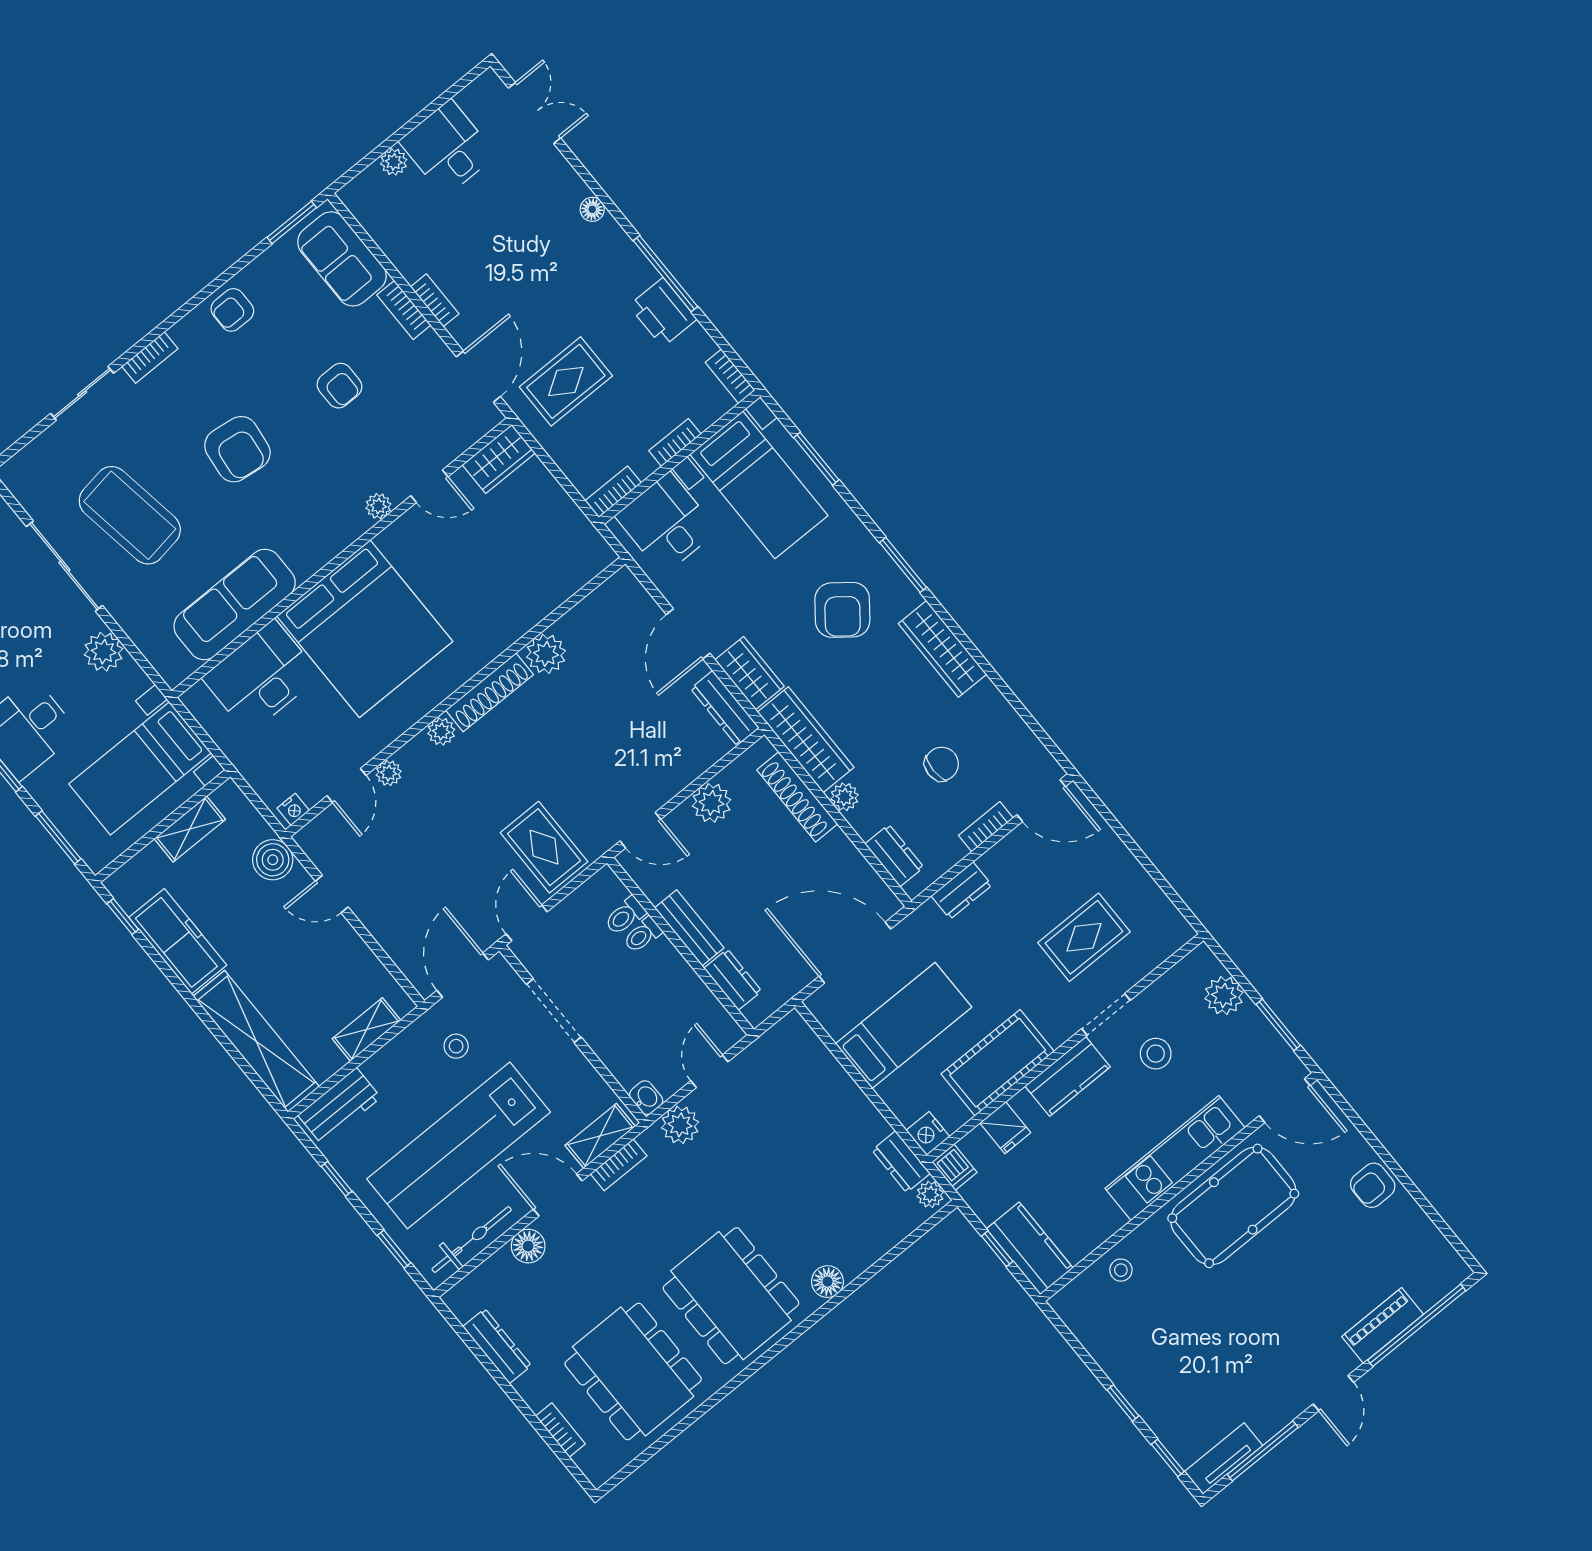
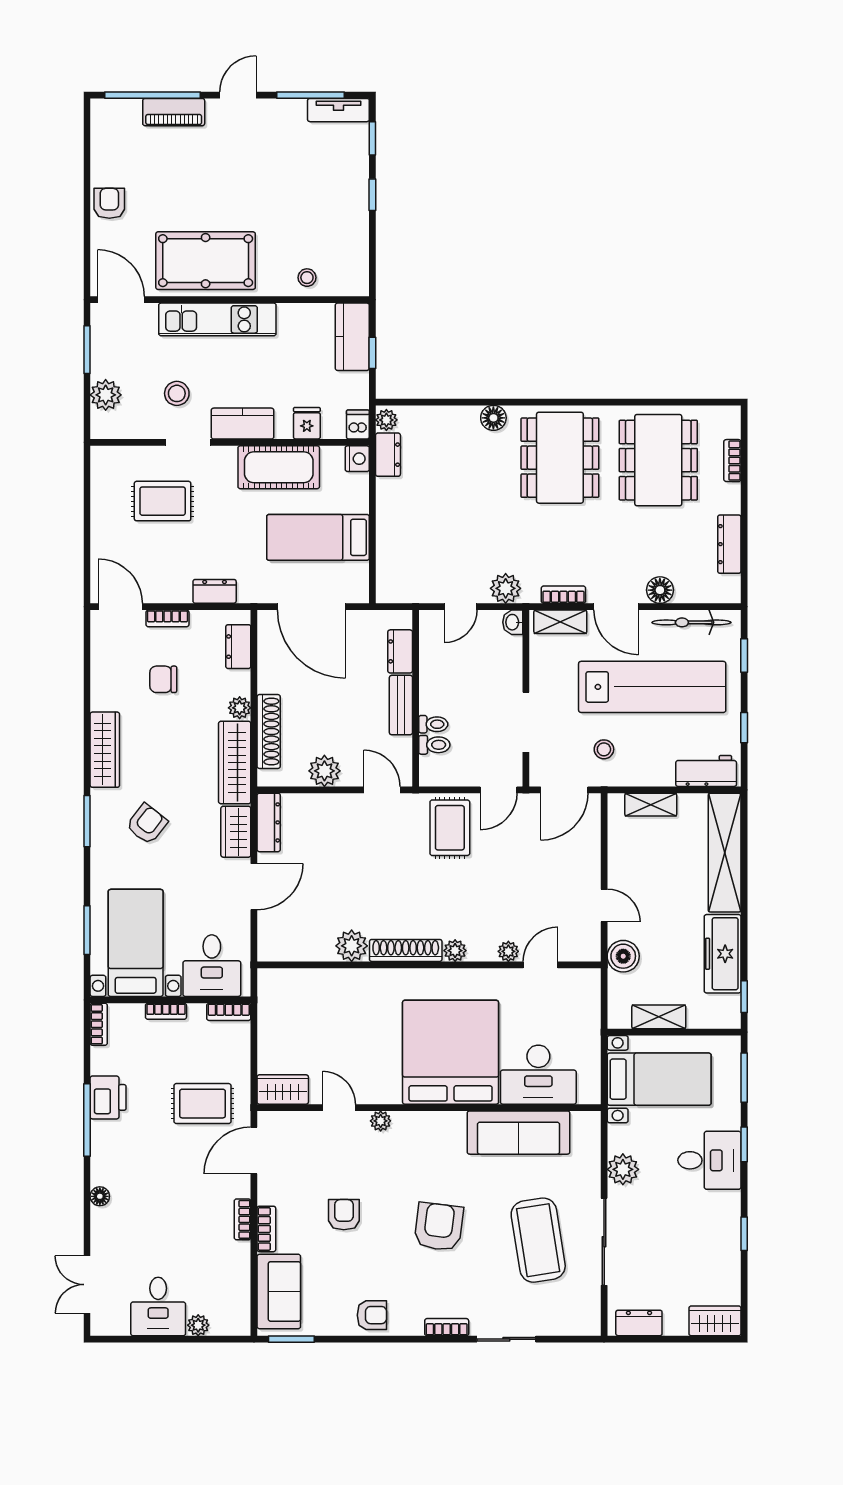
armchair: (842, 610) -> (147, 824), width x0.72, depth x0.72
nightstand: (293, 809) -> (585, 977), removed
armchair: (1373, 1185) -> (109, 203), turned -90

